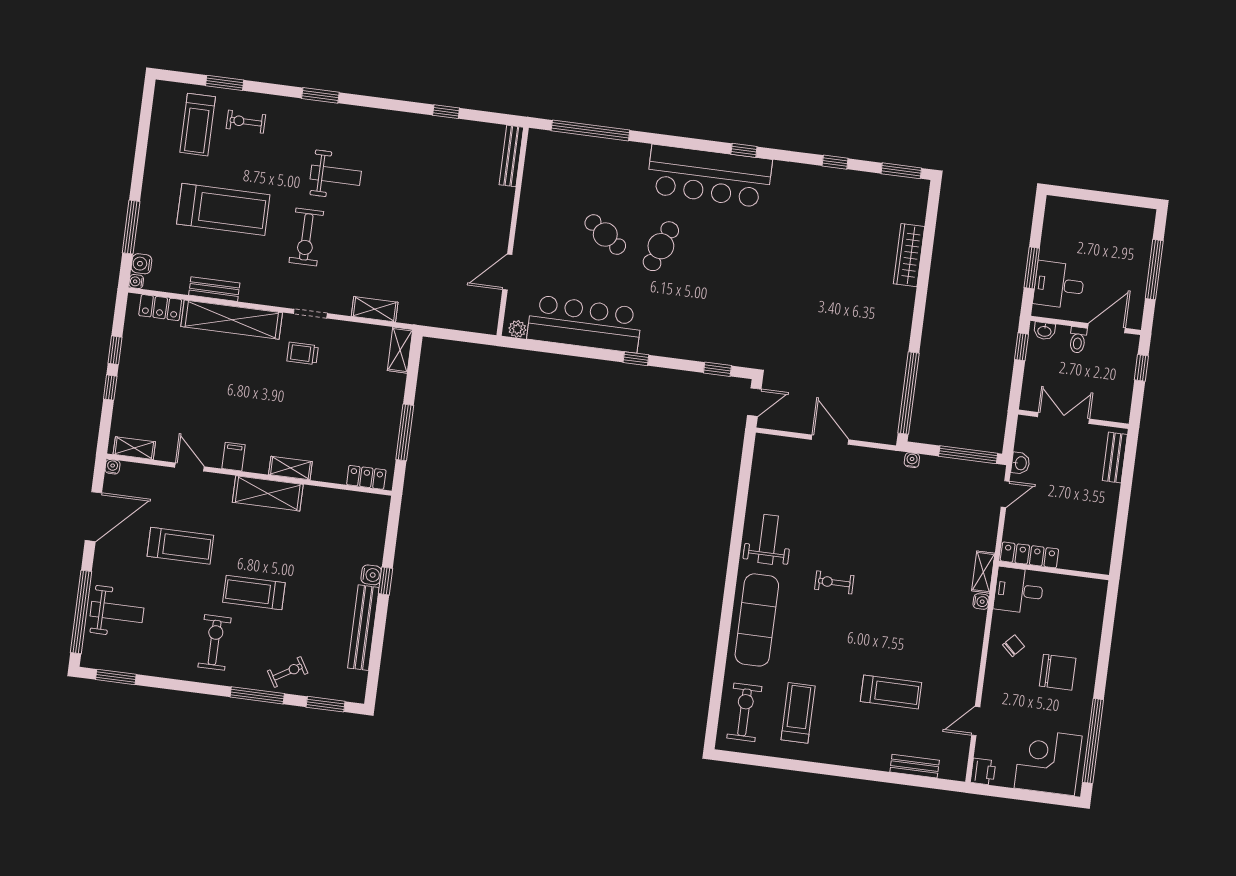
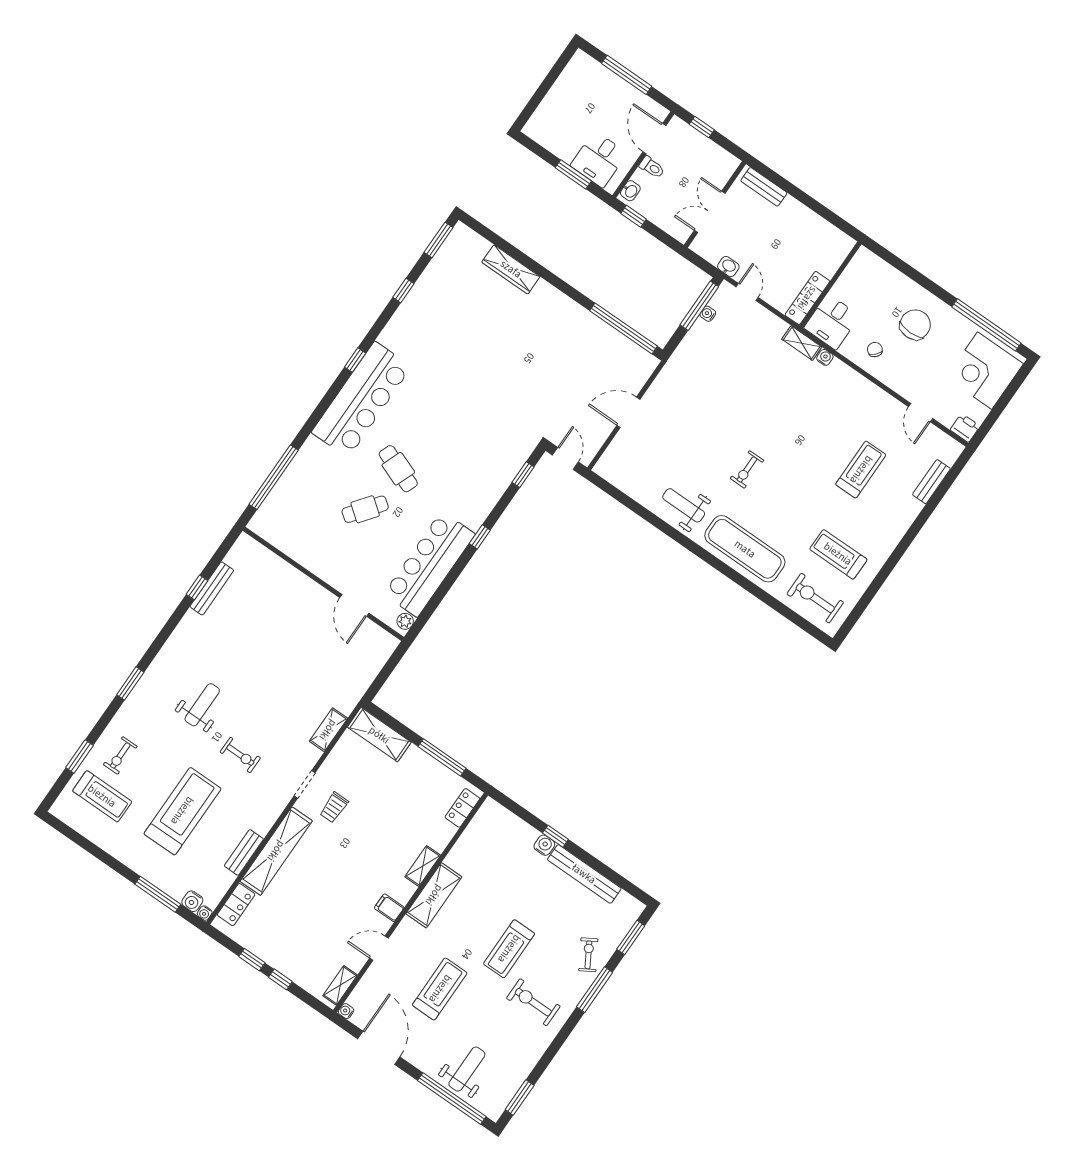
bench: (511, 156) -> (212, 588), moved, turned 90
exercise bike: (306, 237) -> (240, 755), width x0.73, depth x0.72
shelving: (400, 350) -> (379, 735), width x1.50, depth x1.33
water cooler: (912, 460) -> (708, 314), moved

